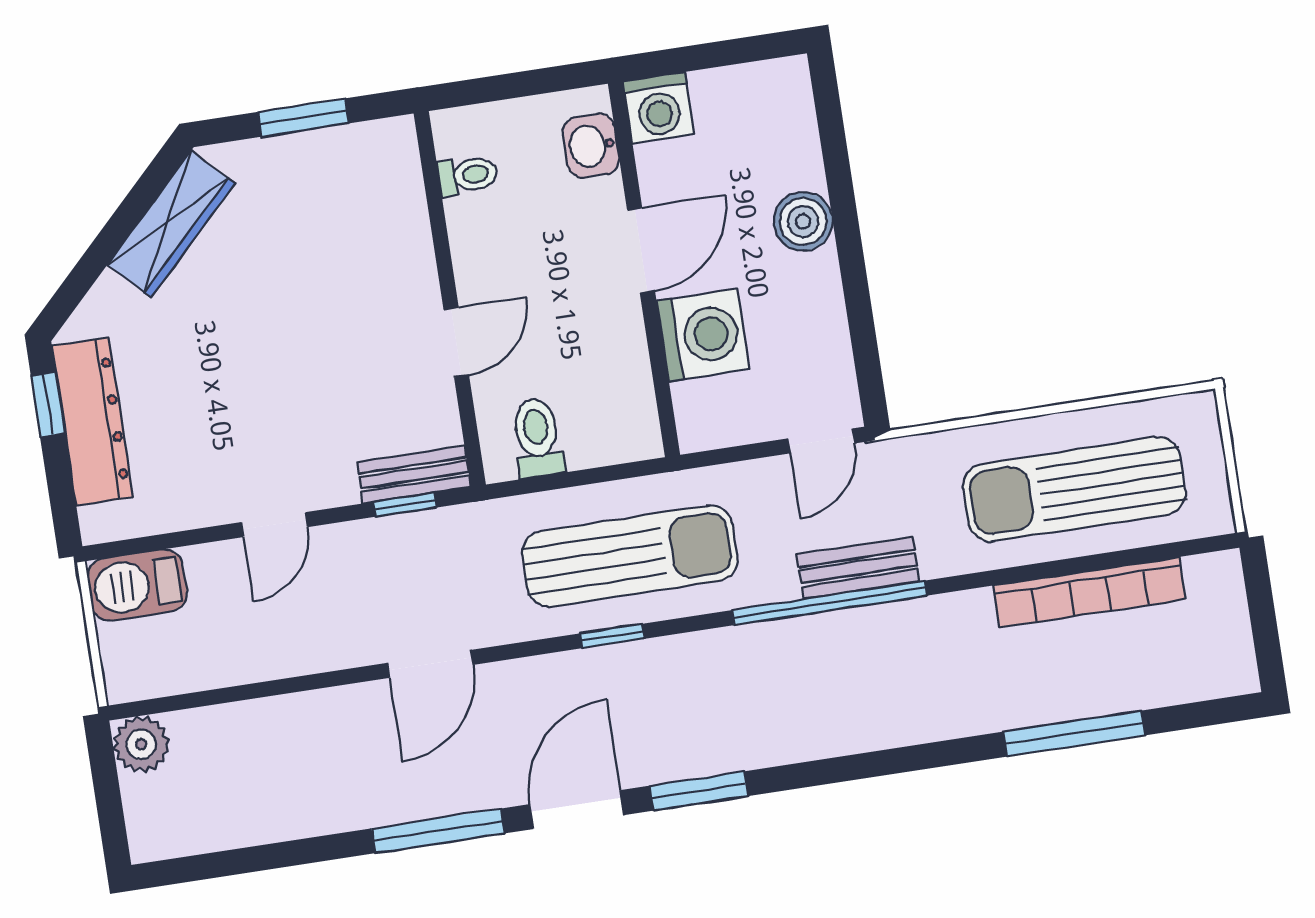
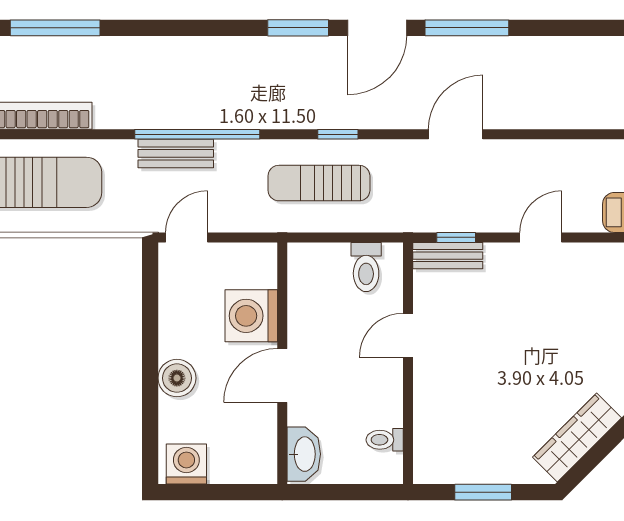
washing machine: (659, 108) -> (186, 464), moved
washbasin: (591, 146) -> (304, 454), width x1.38
sun lounger: (630, 556) -> (319, 183), width x0.73, depth x0.75

